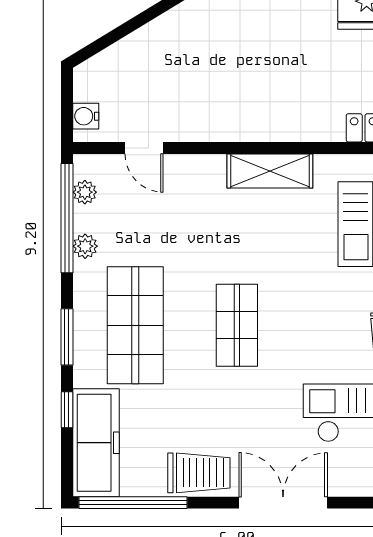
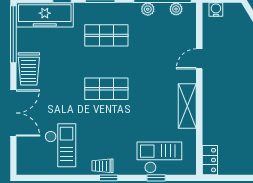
door: (144, 148) -> (199, 59), moved
shop shelf: (135, 325) -> (106, 35), width x0.70, depth x0.74

